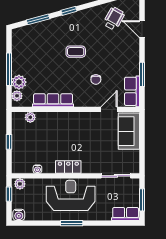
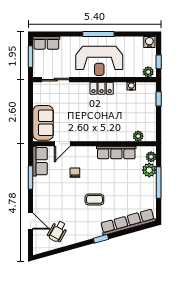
window: (38, 19) -> (131, 231), removed
row of seats: (41, 28) -> (128, 222), added
window: (9, 142) -> (159, 99), moved
window: (72, 223) -> (98, 34), width x1.44

